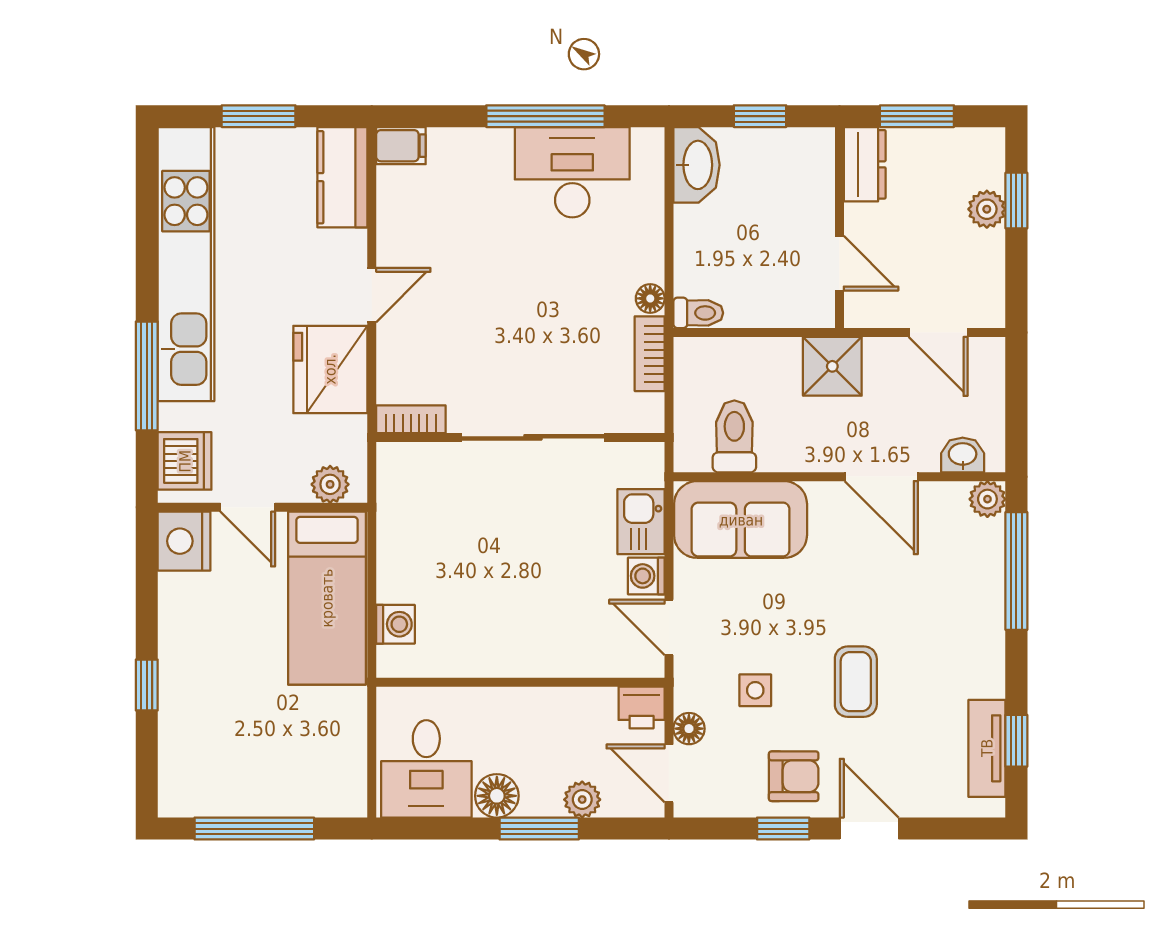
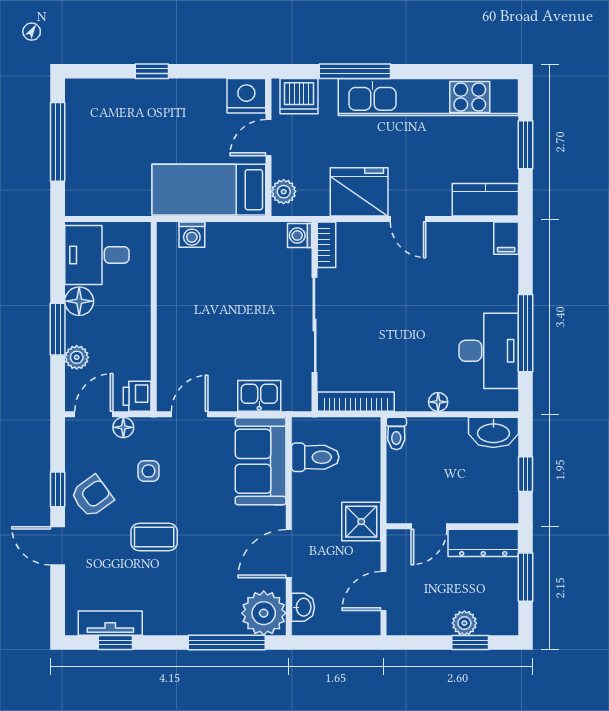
dresser: (865, 164) -> (483, 543), width x1.44
floor lamp: (650, 298) -> (438, 402), moved
bookcase: (650, 354) -> (356, 402), width x1.56
plant: (987, 499) -> (264, 613), width x1.87, depth x1.87
washing machine: (646, 576) -> (300, 235), moved, turned -90
armchair: (794, 776) -> (92, 496), turned -126
door: (869, 829) -> (58, 546), swing flipped

